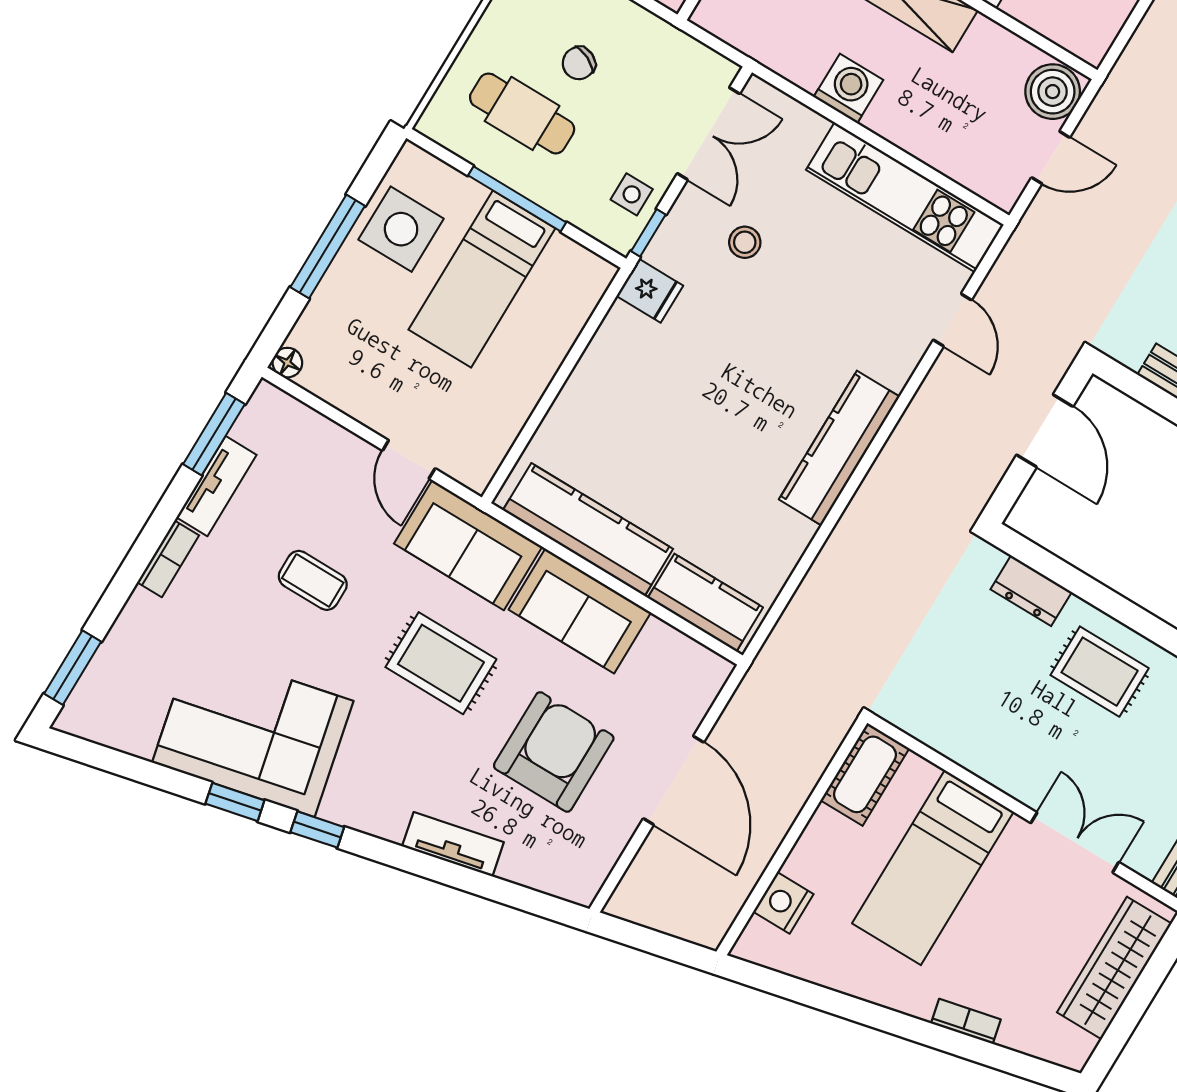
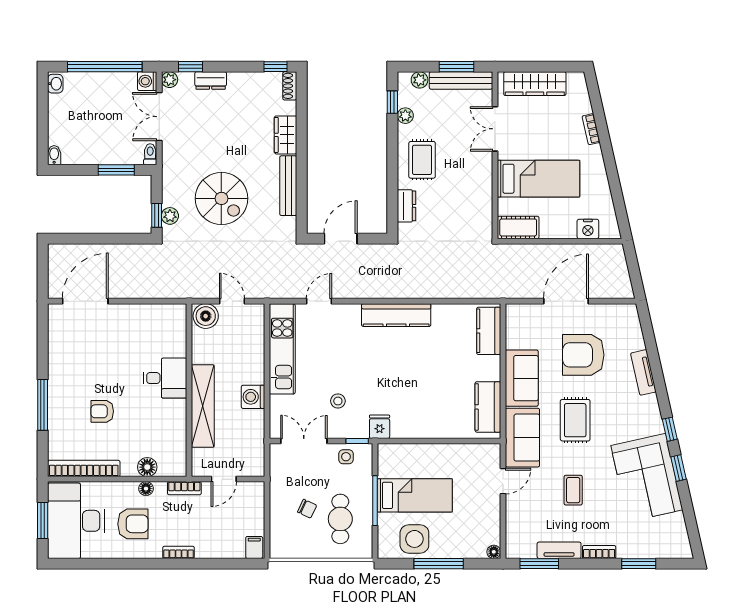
kitchen counter: (588, 530) -> (488, 407), width x0.67
window: (73, 668) -> (639, 564), moved

